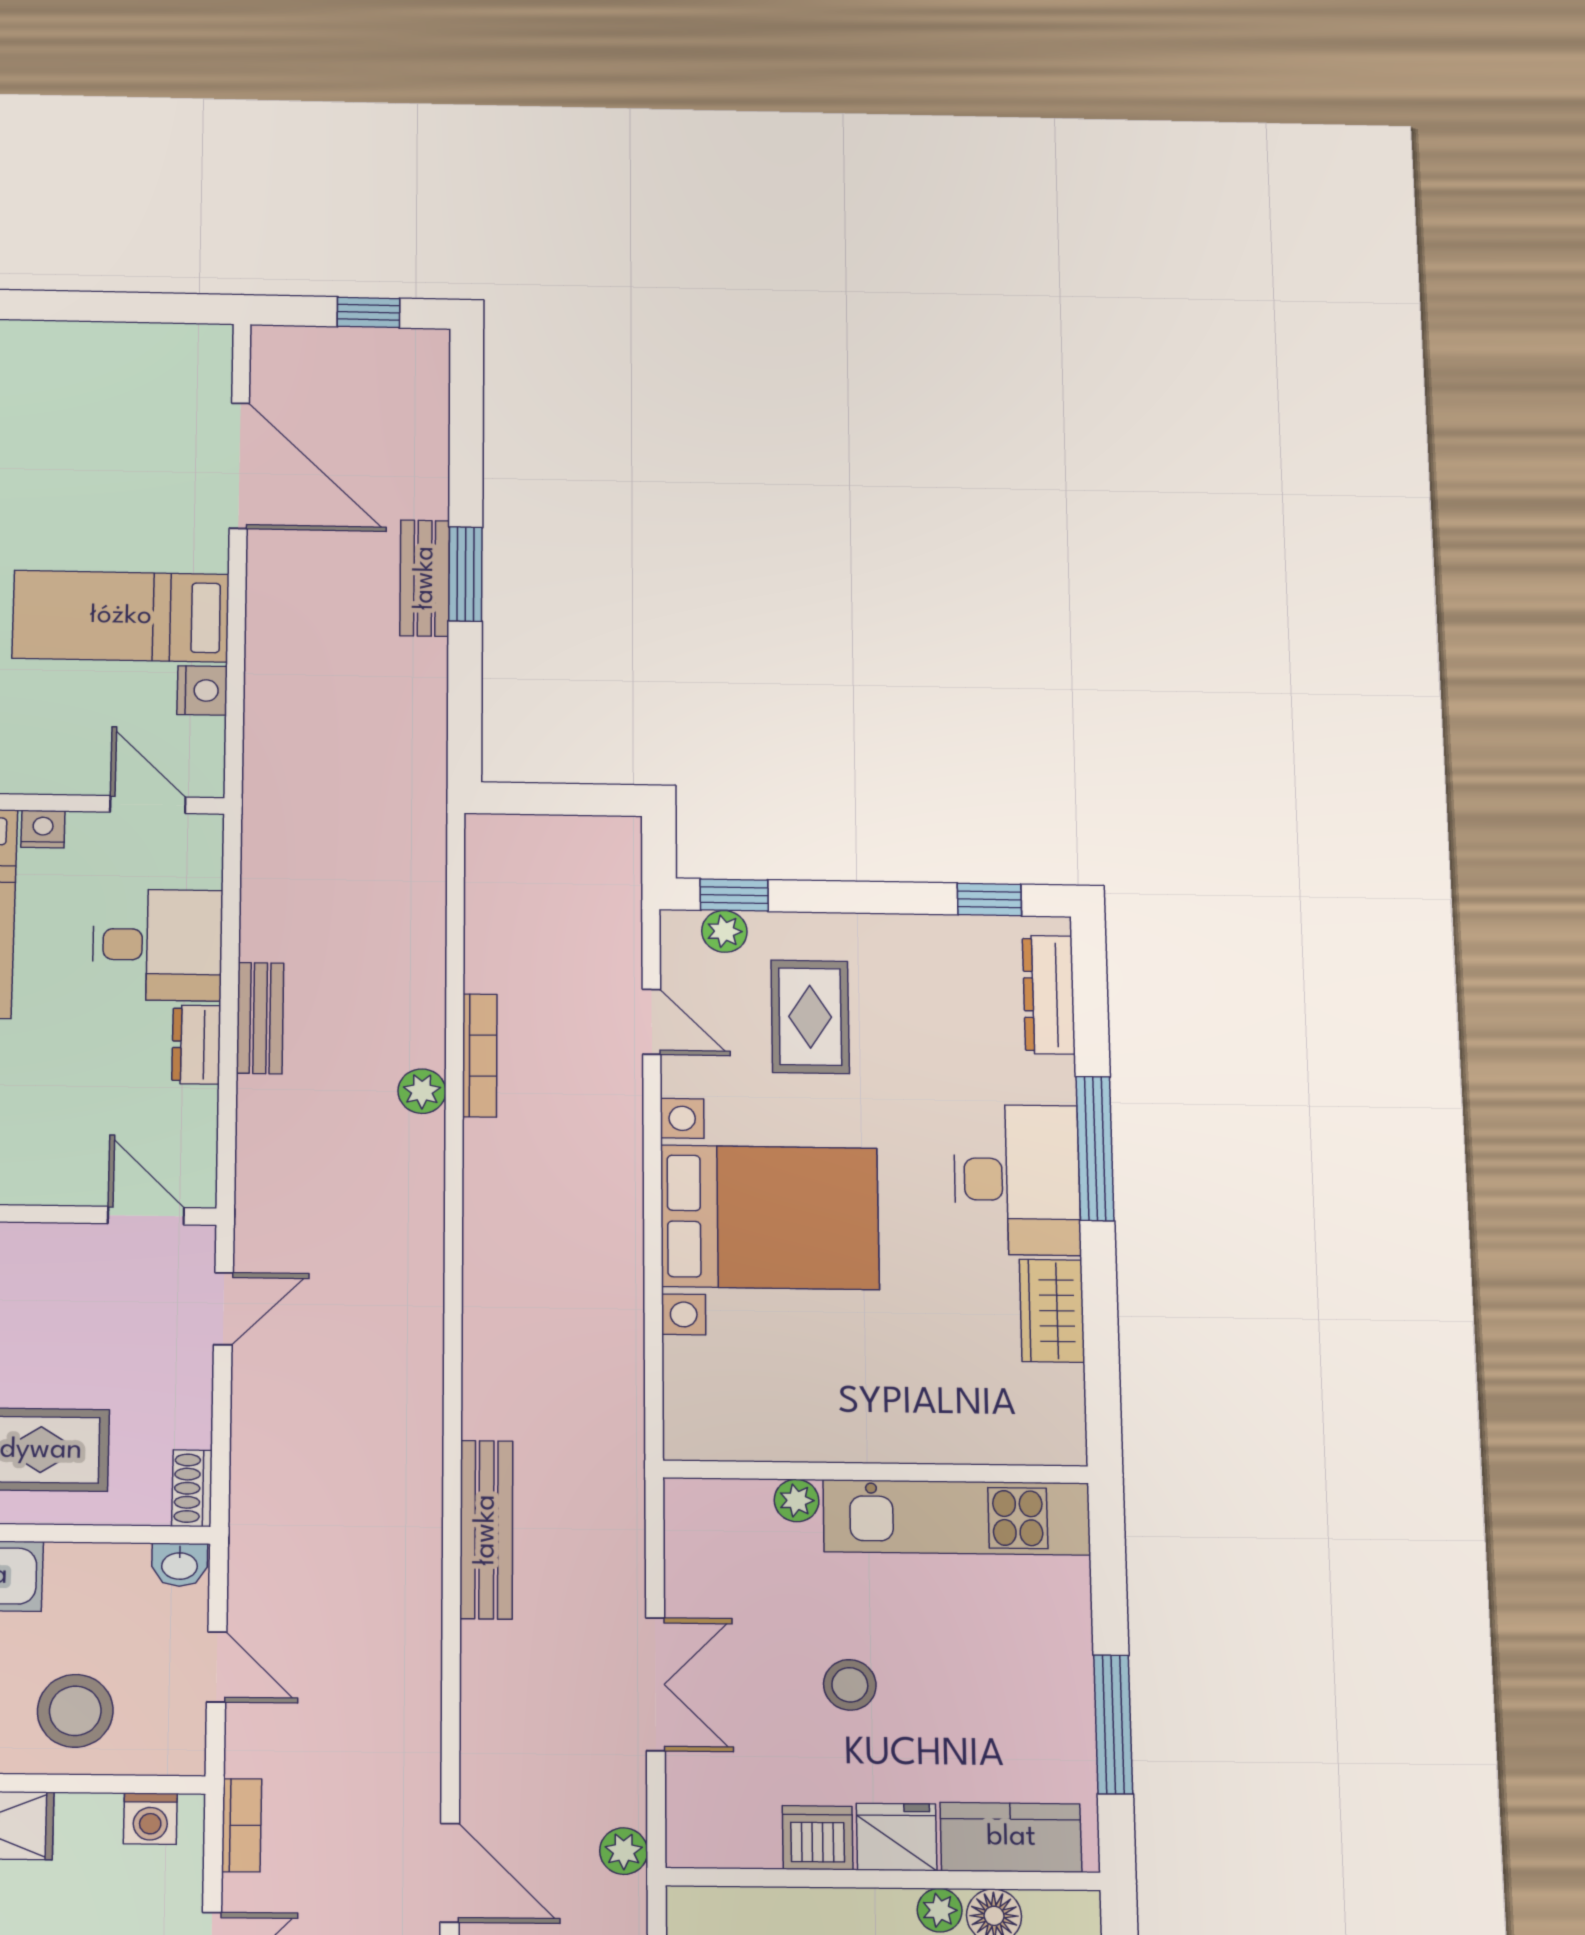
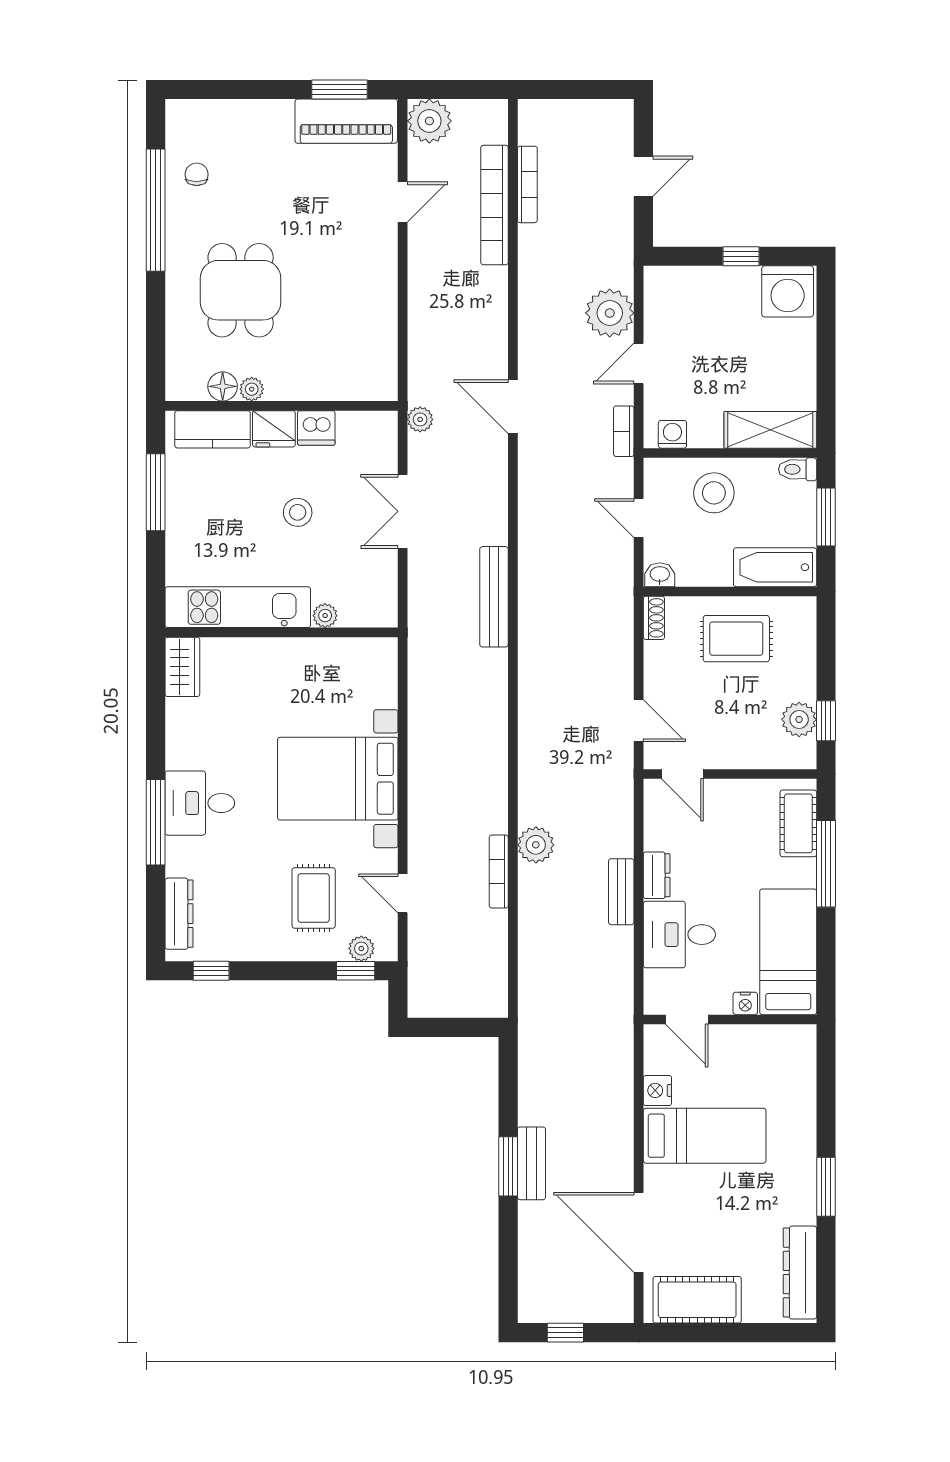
cot: (140, 358) -> (697, 1300), added
plant: (422, 1091) -> (536, 845), width x1.38, depth x1.38
desk: (1017, 1180) -> (200, 803), width x0.73
door: (223, 1309) -> (639, 721), swing flipped
wardrobe: (1052, 1311) -> (182, 667), moved

